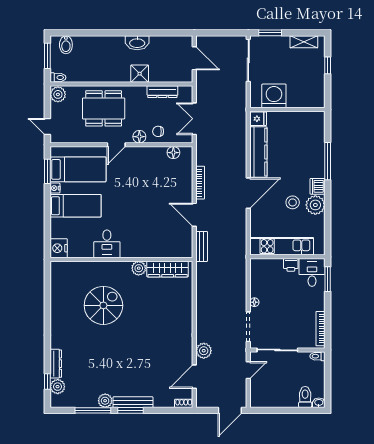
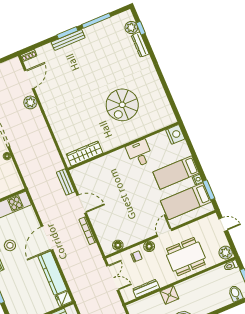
plant: (139, 268) -> (107, 145), removed
plant: (105, 401) -> (90, 32), removed

